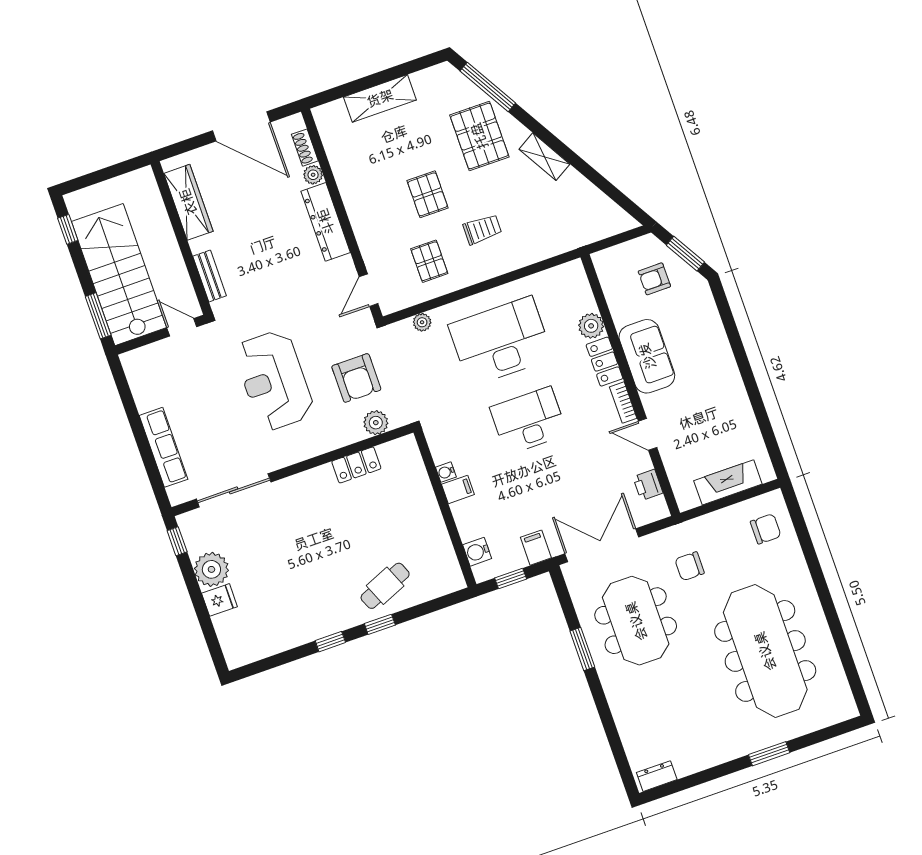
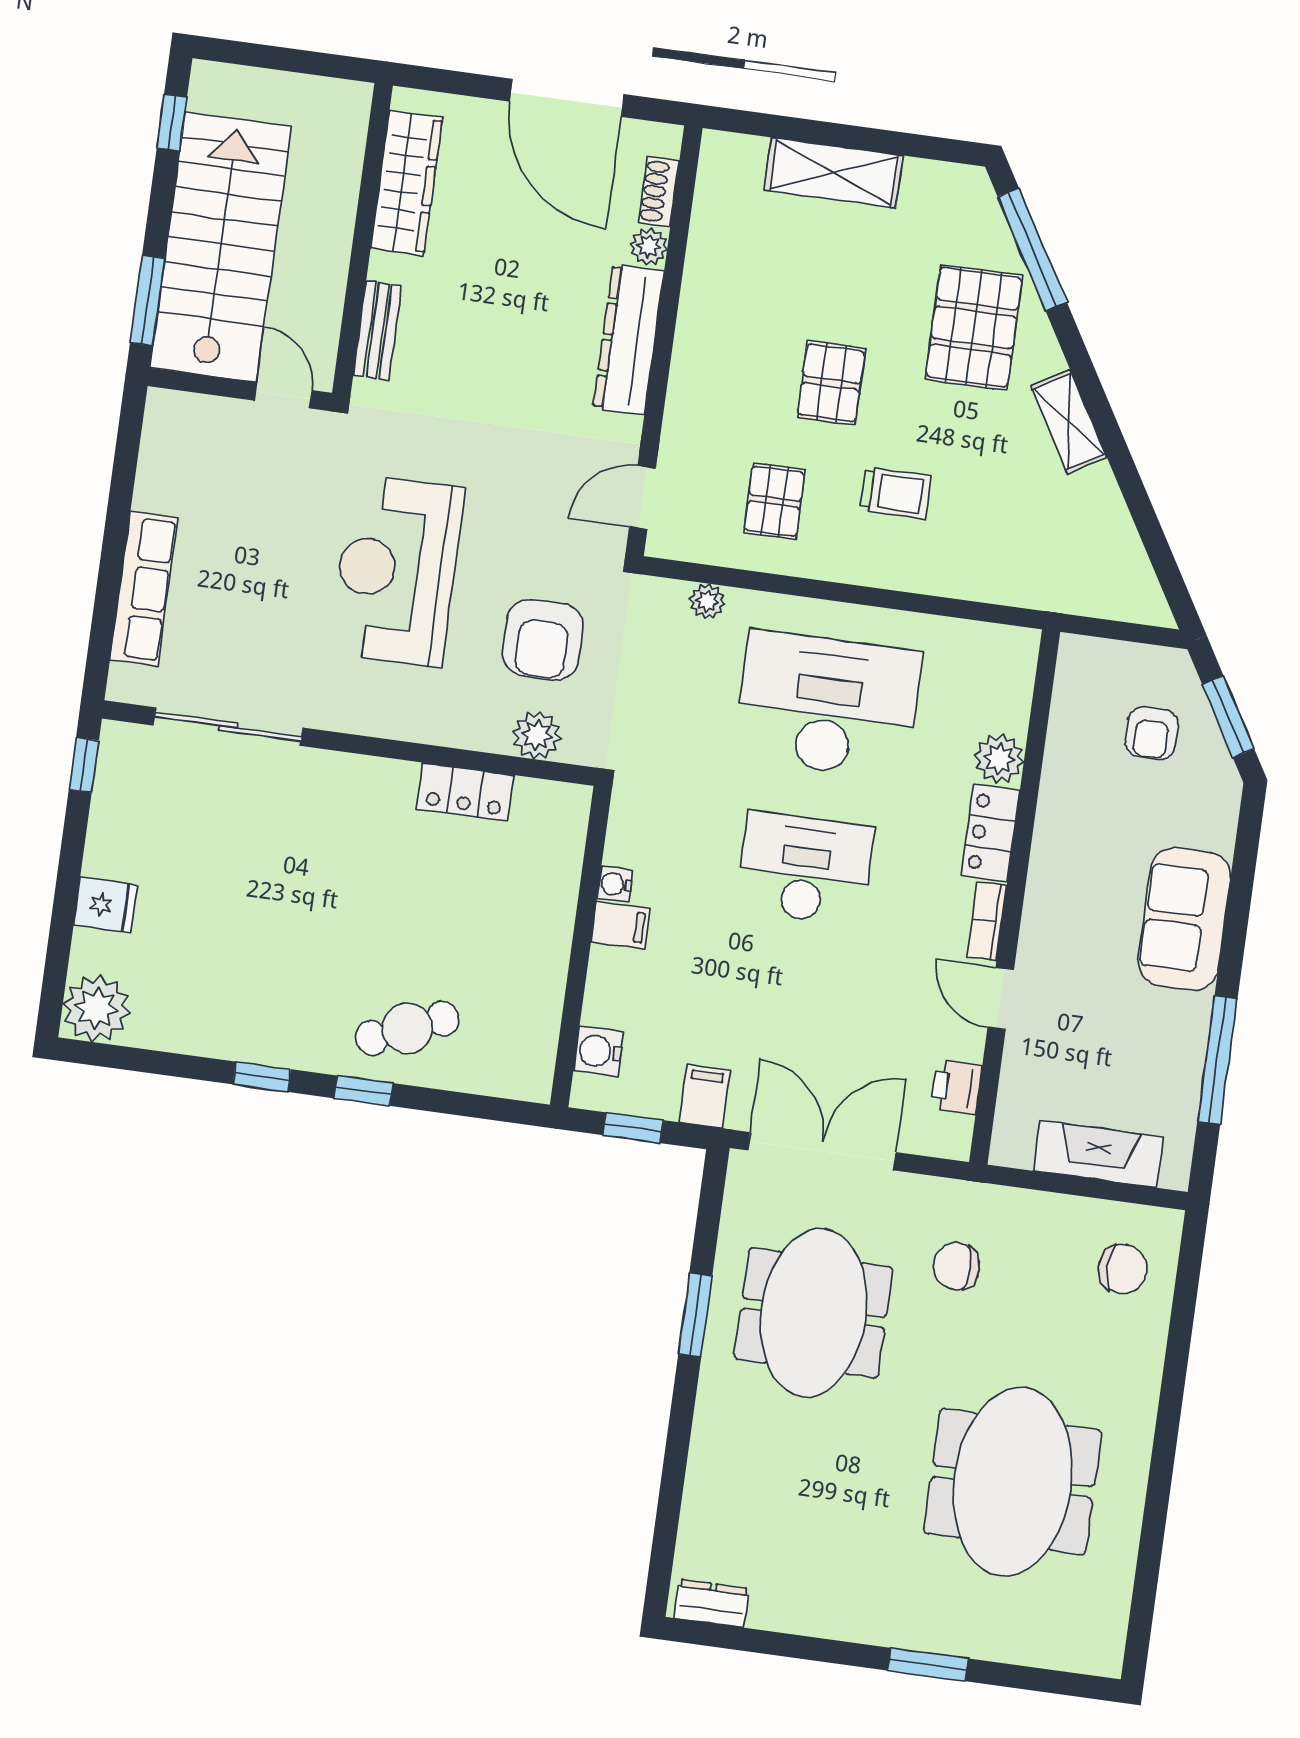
armchair: (654, 279) -> (1152, 733), turned -90
sofa: (647, 356) -> (1184, 919), moved, turned 180
window: (760, 412) -> (1217, 1060), added
plant: (211, 569) -> (96, 1008), moved
meeting table: (765, 651) -> (1013, 1482), width x0.73

